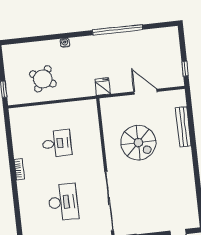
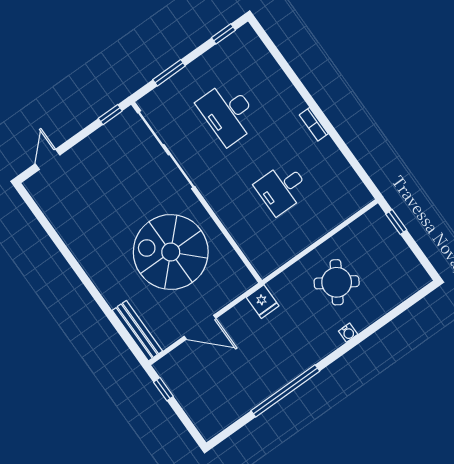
round table: (43, 79) -> (337, 282), moved
bench: (183, 127) -> (137, 331), moved
spiral stairs: (138, 143) -> (171, 252), width x1.37, depth x1.37

